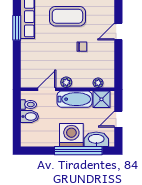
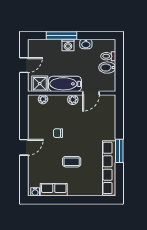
coffee table: (67, 16) -> (72, 162), width x0.54, depth x0.58
toilet: (29, 104) -> (108, 56), moved
washing machine: (71, 135) -> (68, 45), width x0.53, depth x0.53
washbasin: (96, 139) -> (86, 44), moved, width x0.52, depth x0.69
window: (78, 151) -> (62, 35), width x0.68

